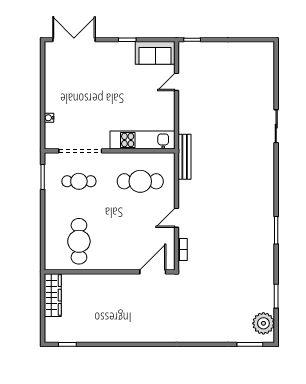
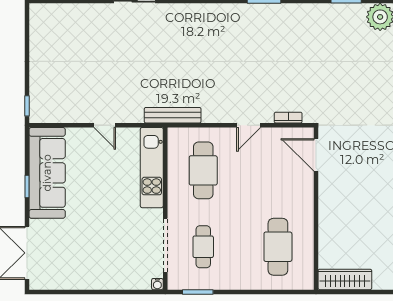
sofa: (155, 53) -> (47, 173), width x1.85, depth x1.27
door: (176, 82) -> (105, 125), moved
water cooler: (49, 118) -> (157, 284), moved
door: (176, 218) -> (249, 125), hinge flipped
cafe table: (79, 241) -> (278, 247), turned 90

